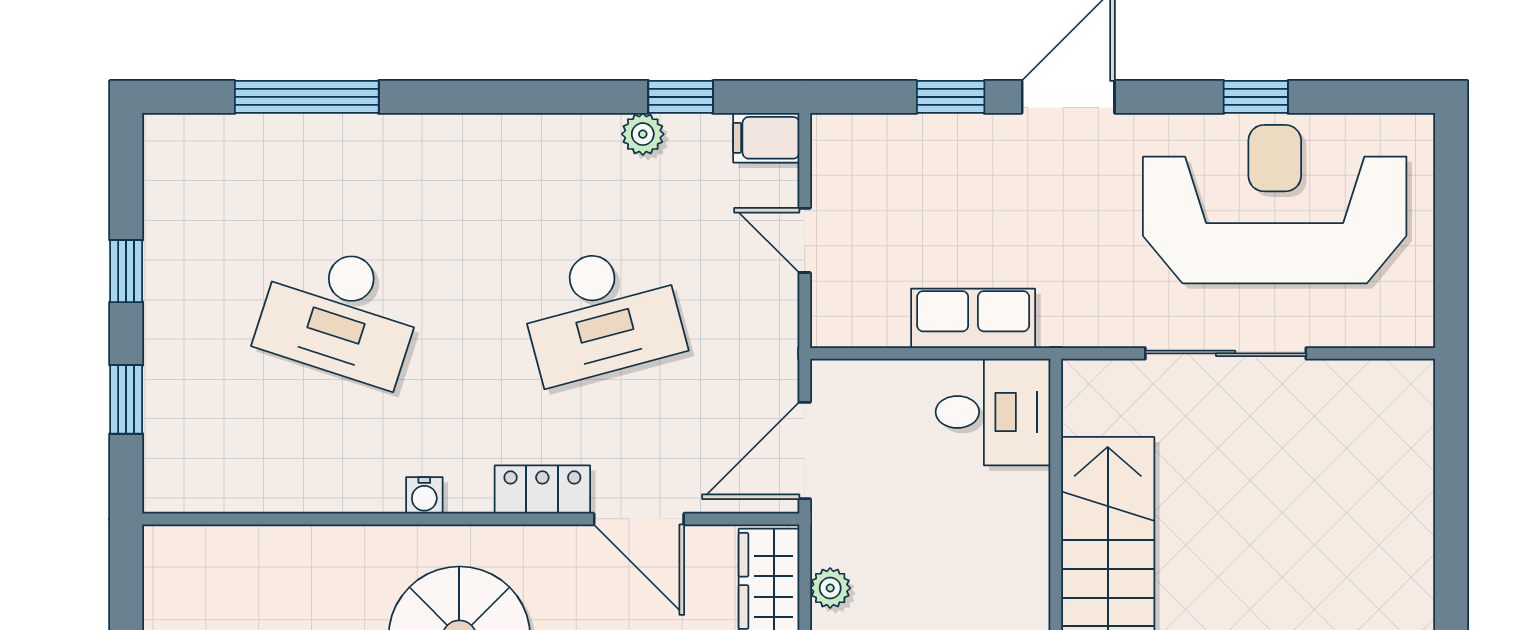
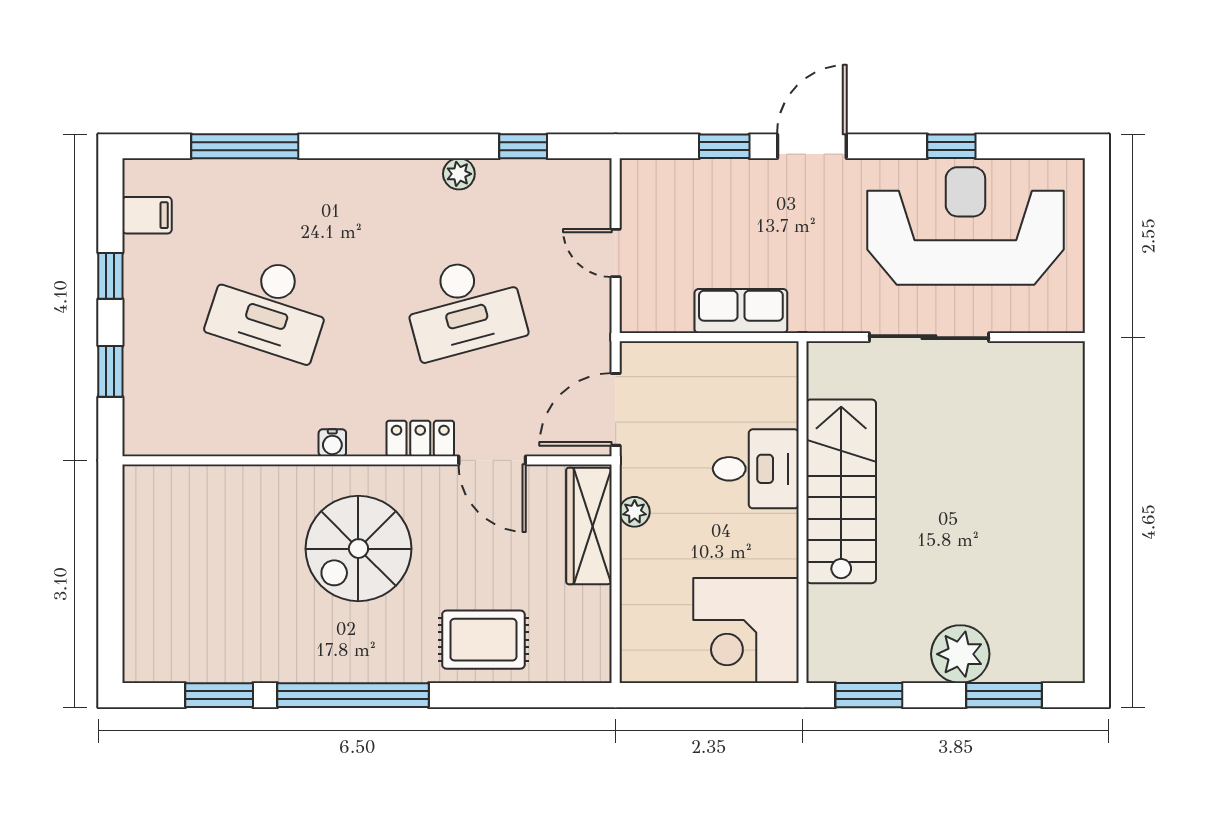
plant: (643, 134) -> (459, 174), moved
filing cabinet: (766, 138) -> (147, 215), moved, turned 180
desk: (993, 412) -> (756, 469), moved

